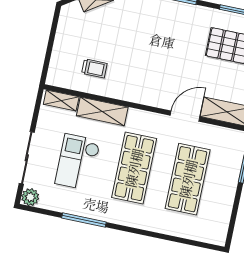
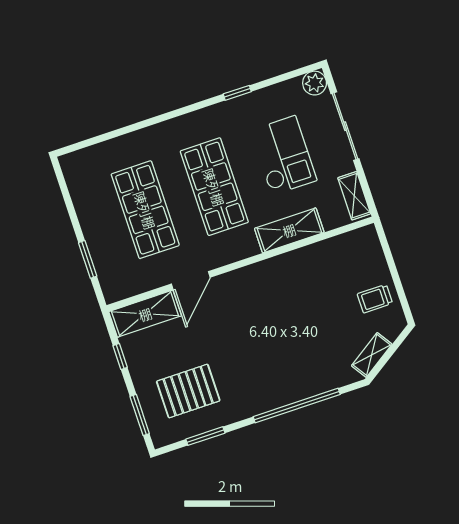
trolley: (94, 68) -> (375, 299), moved
shelving: (61, 101) -> (354, 196), moved, turned 90
window: (84, 220) -> (237, 93), width x0.46

